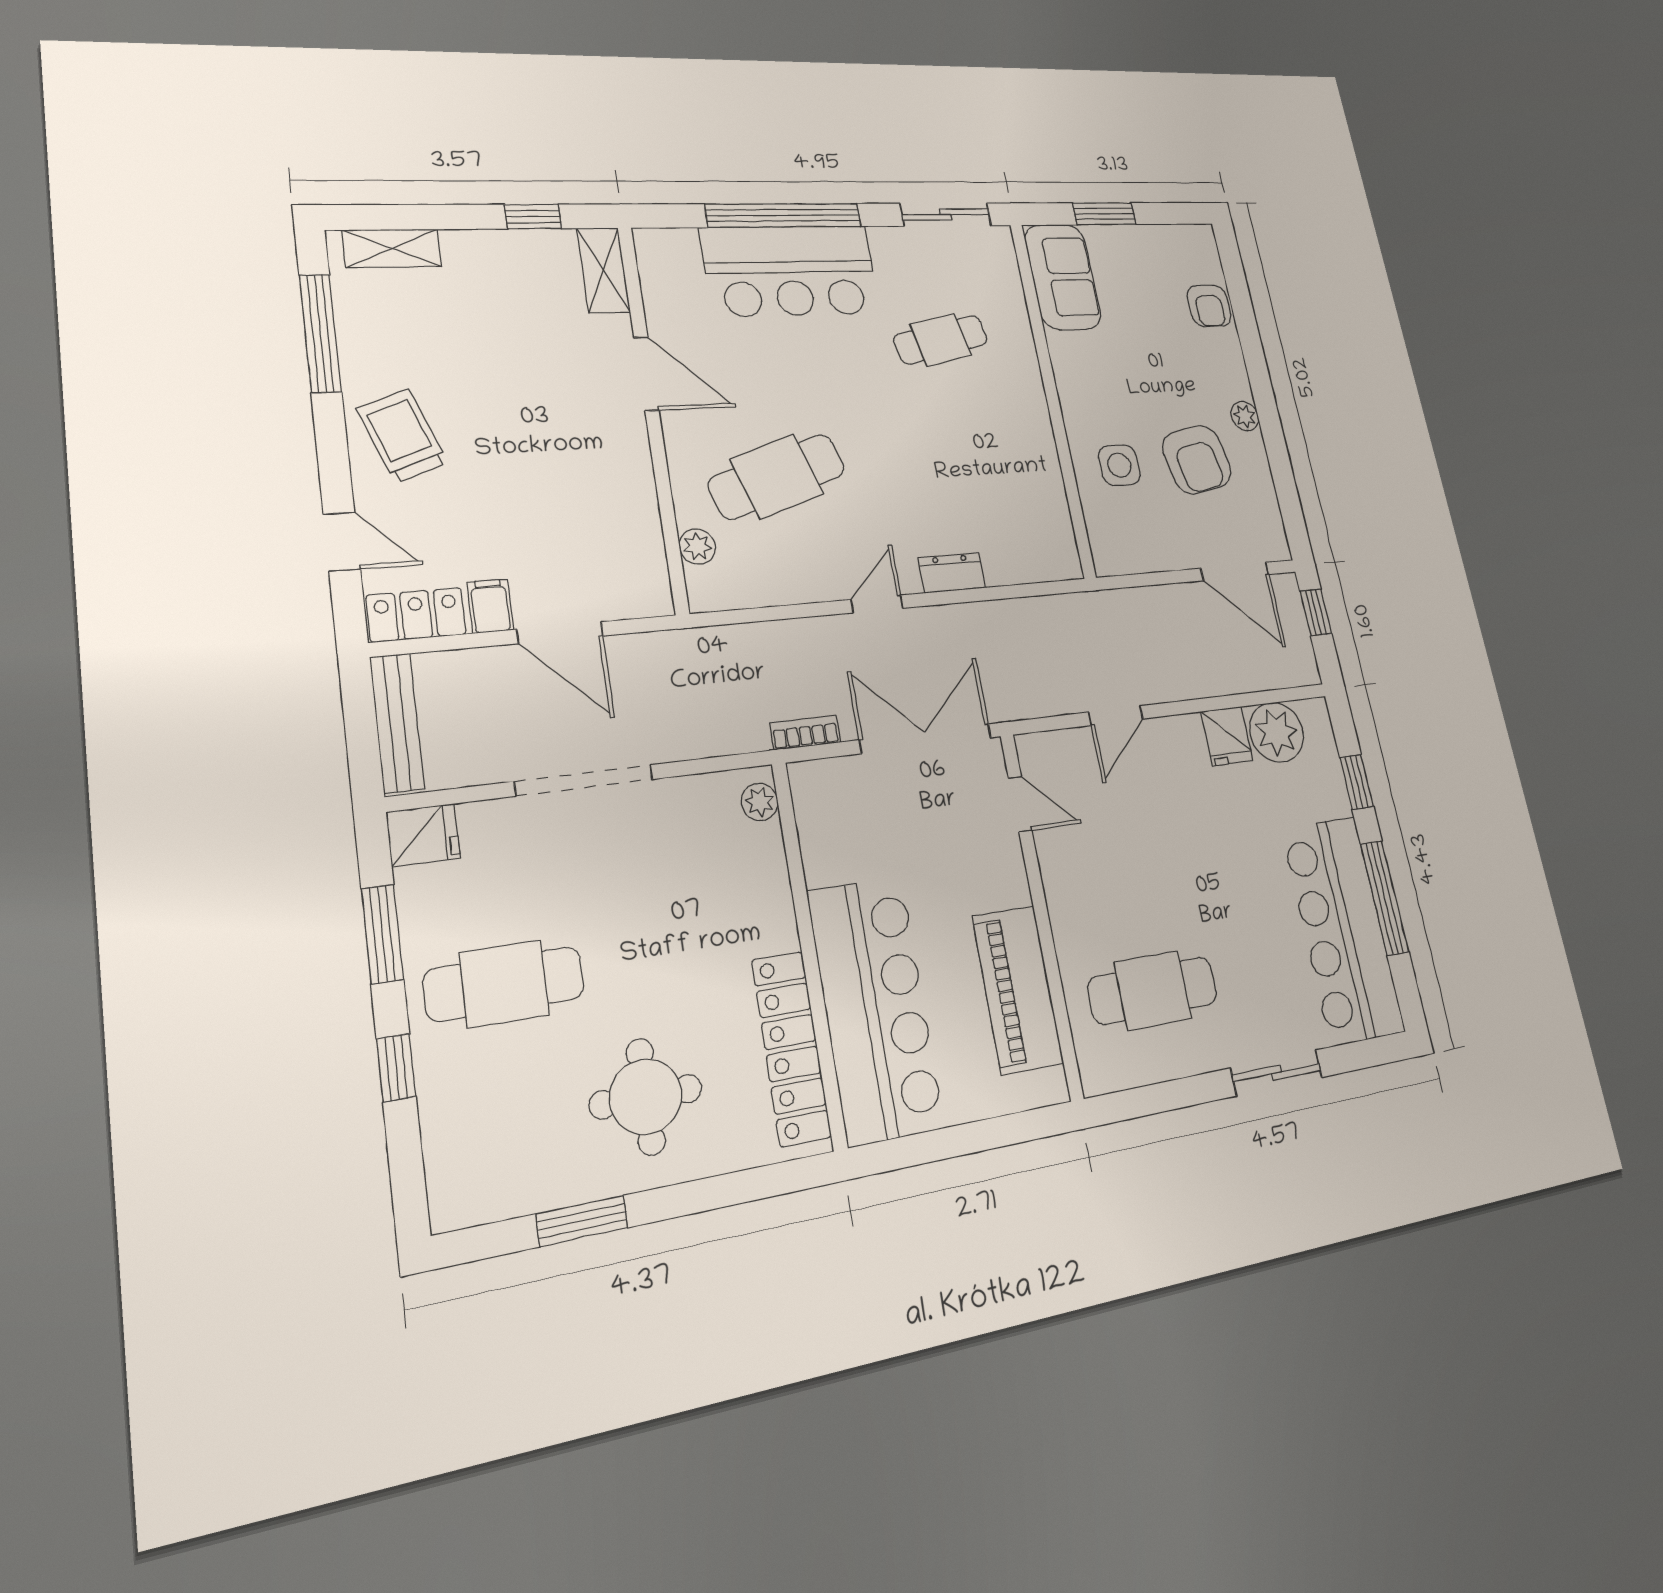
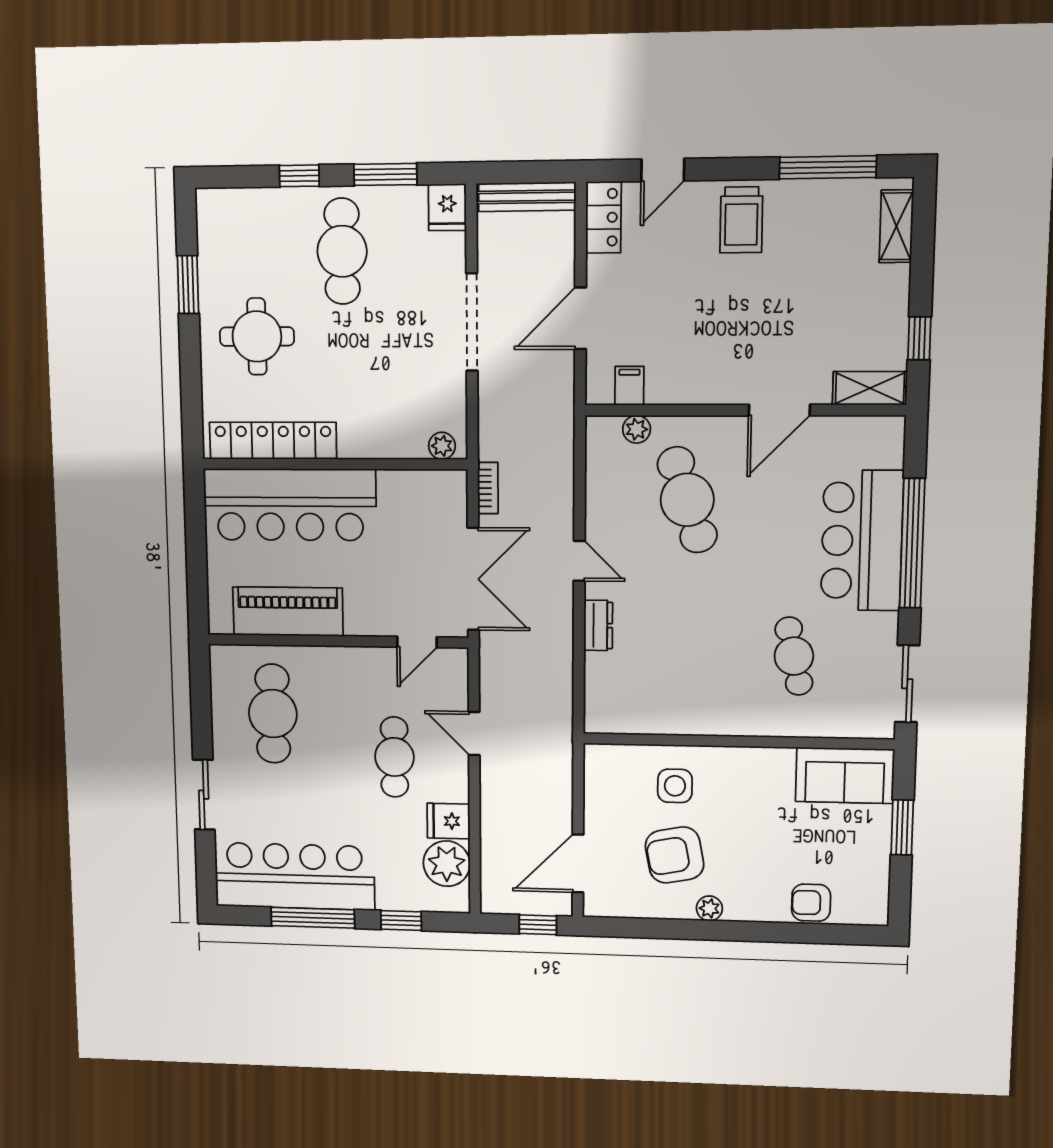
trolley: (402, 436) -> (741, 220), turned 110
filing cabinet: (490, 606) -> (629, 386), moved, turned -90
cafe table: (1168, 816) -> (394, 757), added

